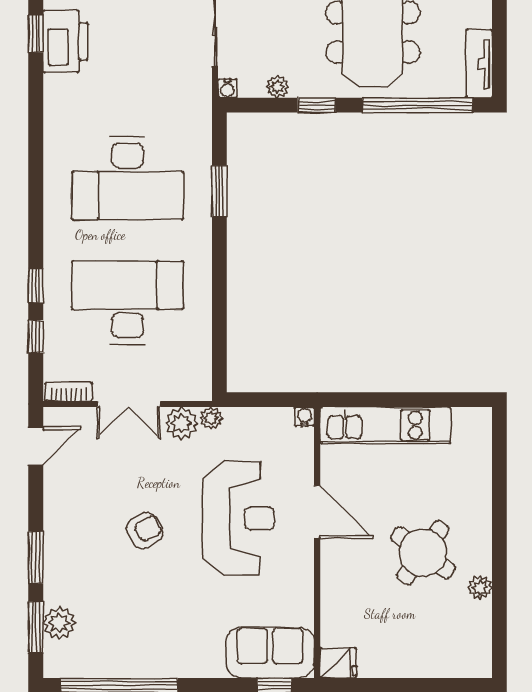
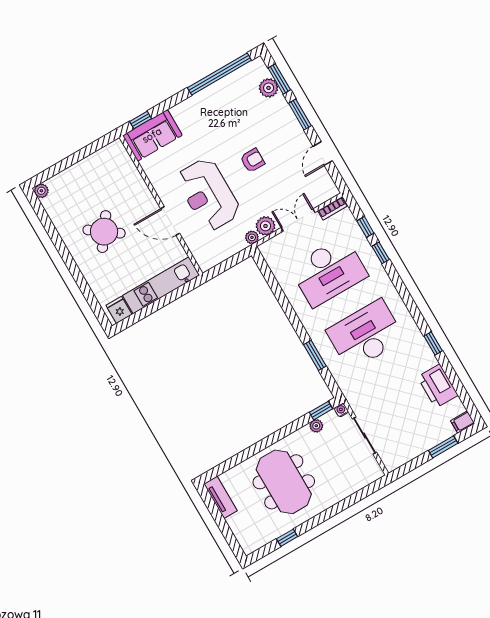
window: (36, 34) -> (433, 343), moved
window: (317, 105) -> (321, 411), moved
window: (417, 105) -> (240, 458), removed
water cooler: (305, 417) -> (205, 266), removed
door: (36, 446) -> (323, 154), moved
armchair: (145, 531) -> (252, 160), turned -151
plant: (480, 587) -> (41, 191), moved
fridge: (338, 663) -> (119, 310), moved, turned 90

